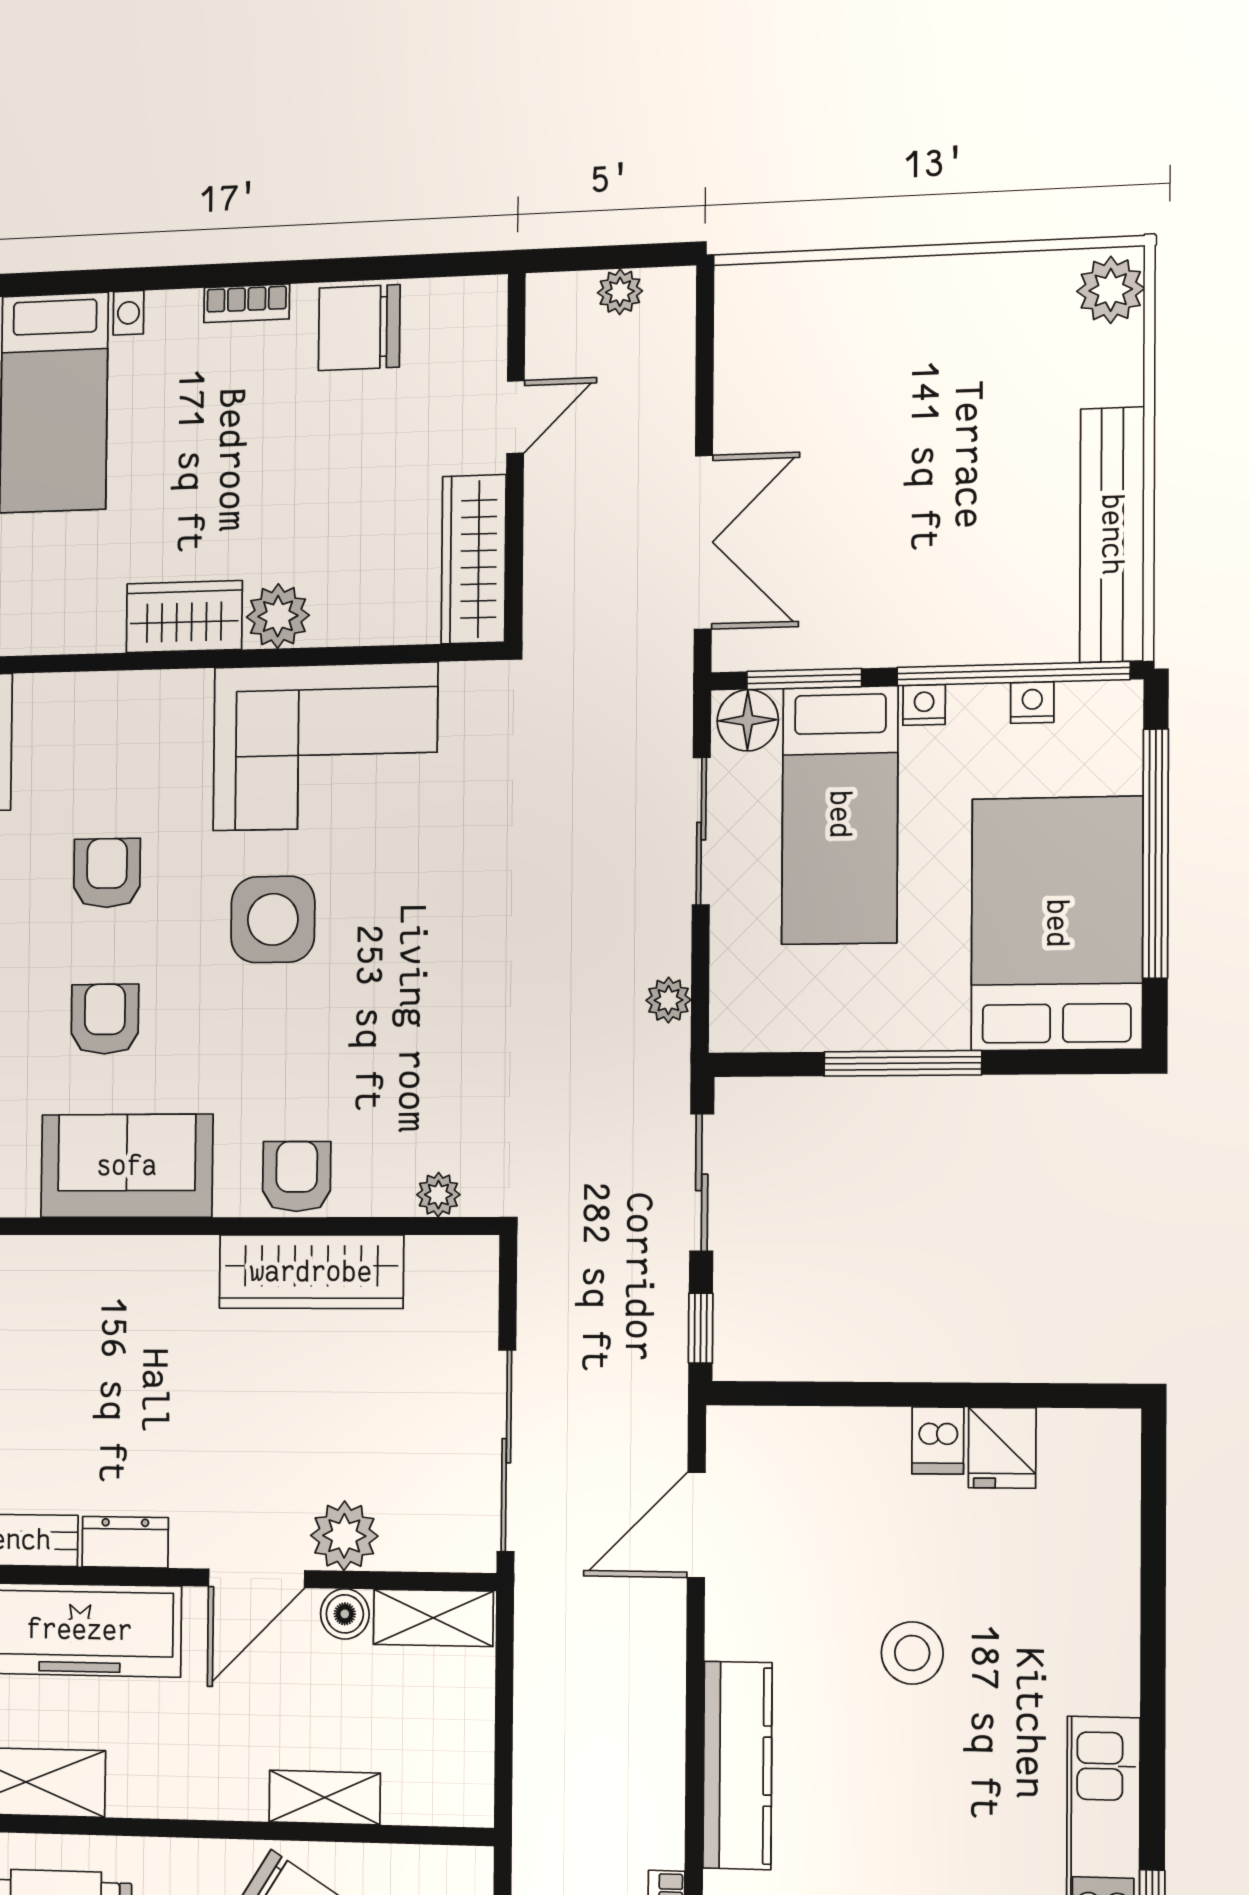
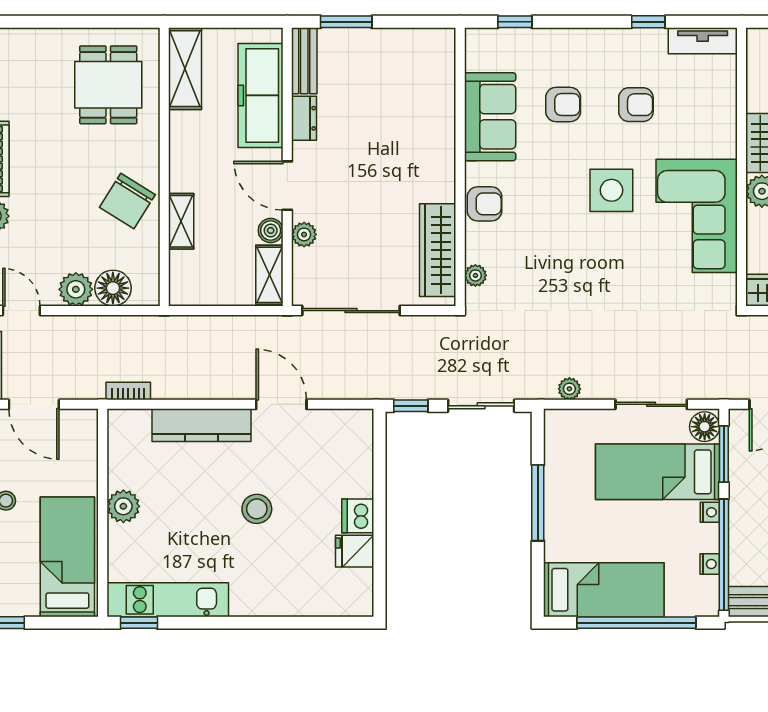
bed: (1057, 924) -> (604, 590), width x0.67
wardrobe: (311, 1272) -> (438, 250), moved
dishwasher: (938, 1440) -> (358, 516), width x1.38
door: (696, 1525) -> (281, 404), moved
plant: (344, 1536) -> (304, 234), width x0.73, depth x0.73

